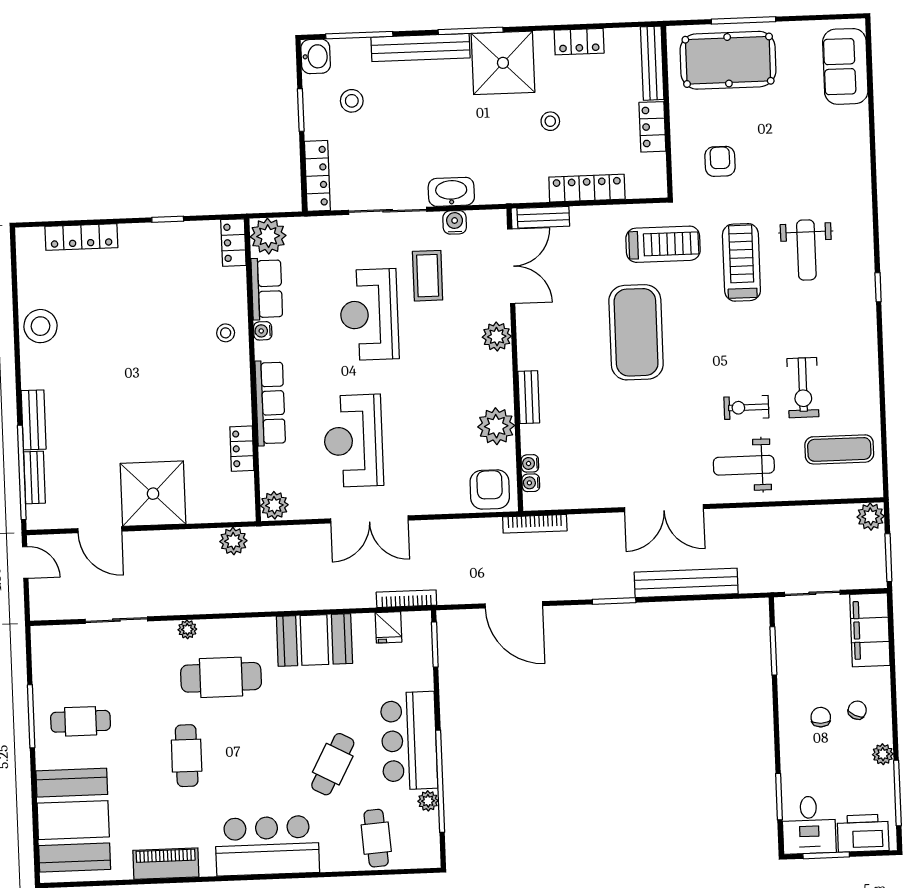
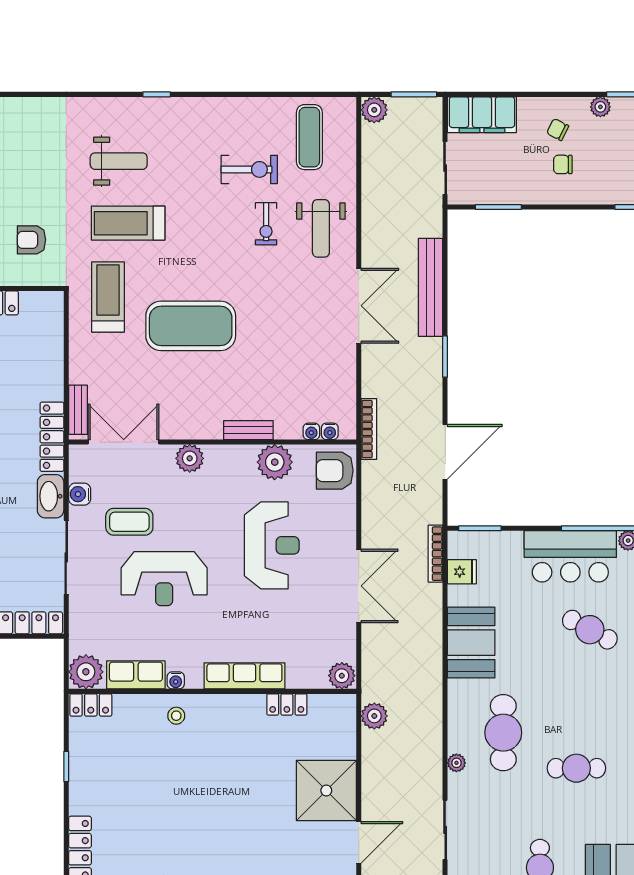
locker: (587, 188) -> (52, 437), moved
reception desk: (353, 441) -> (272, 545), moved, turned -90

